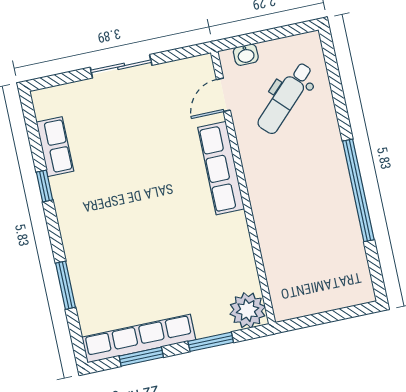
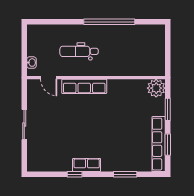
dental chair: (285, 98) -> (79, 51), moved, turned 135
row of seats: (55, 147) -> (87, 165), moved

